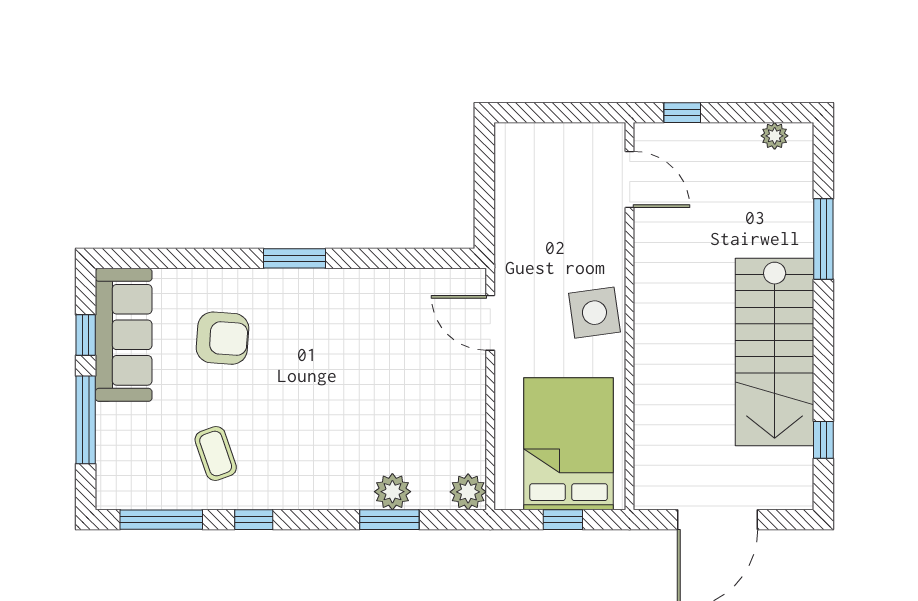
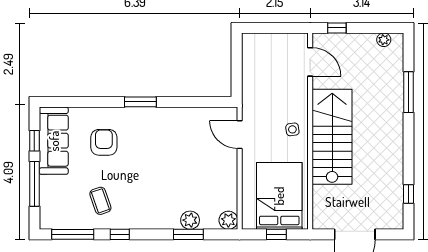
side table: (594, 313) -> (292, 129), width x0.54, depth x0.54
armchair: (223, 338) -> (104, 142), turned -94
stairs: (775, 352) -> (332, 137), moved, turned 180

